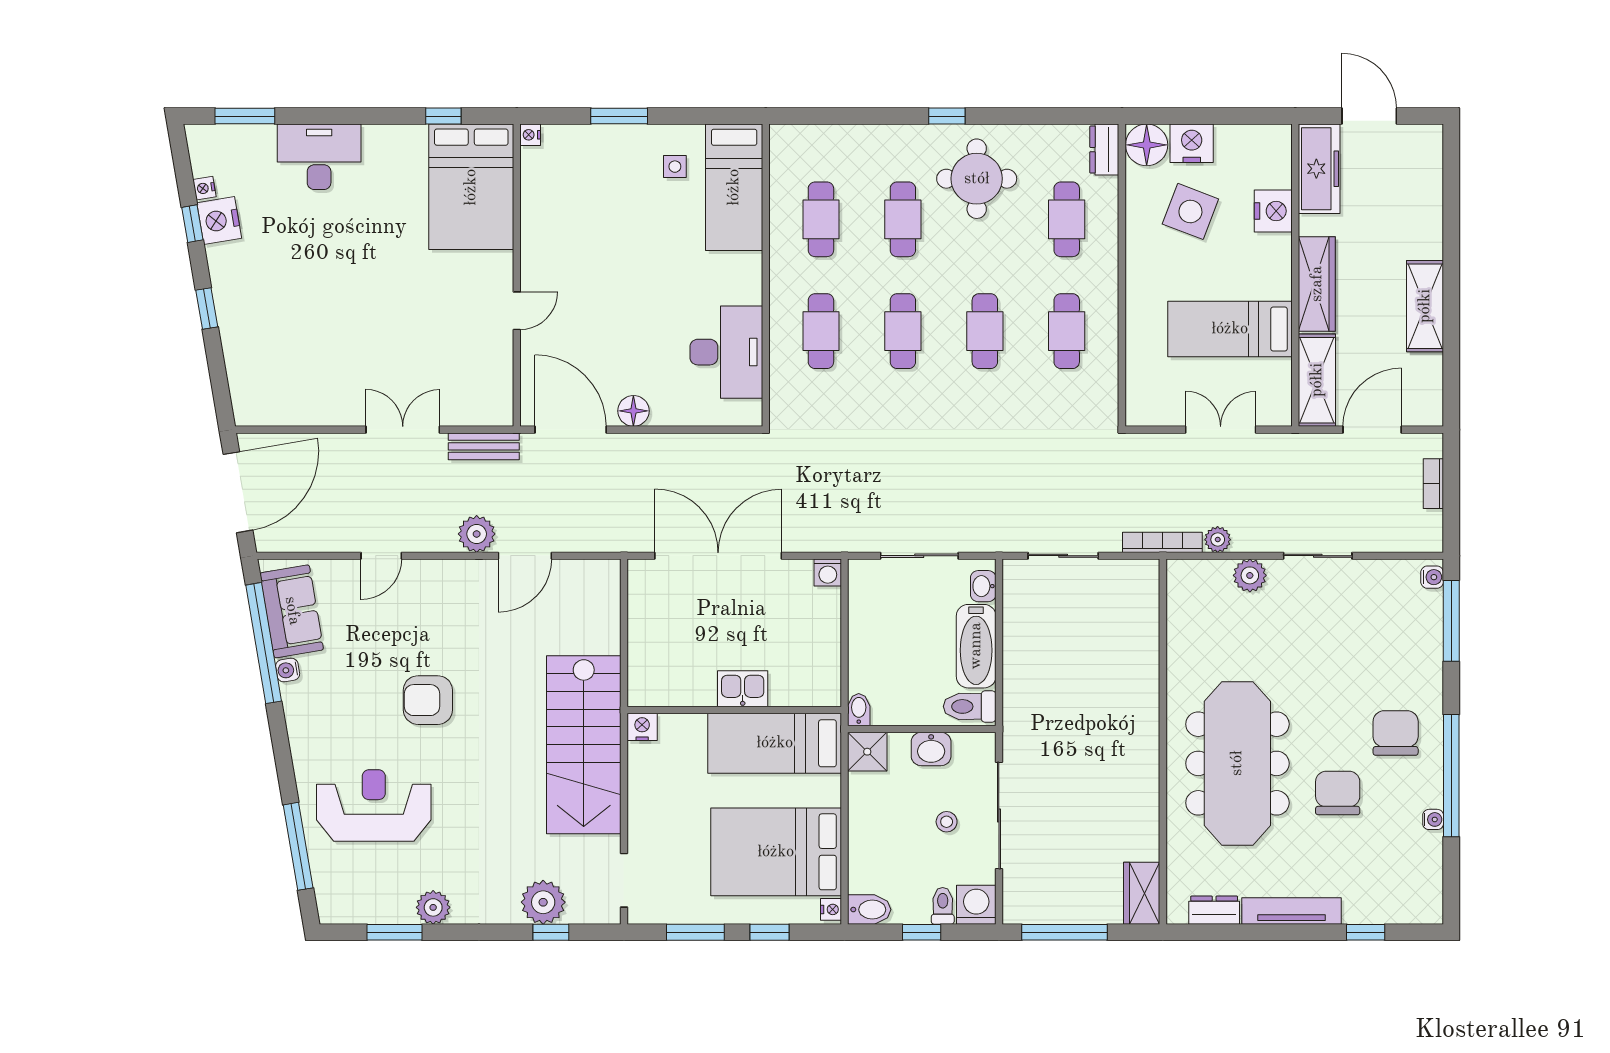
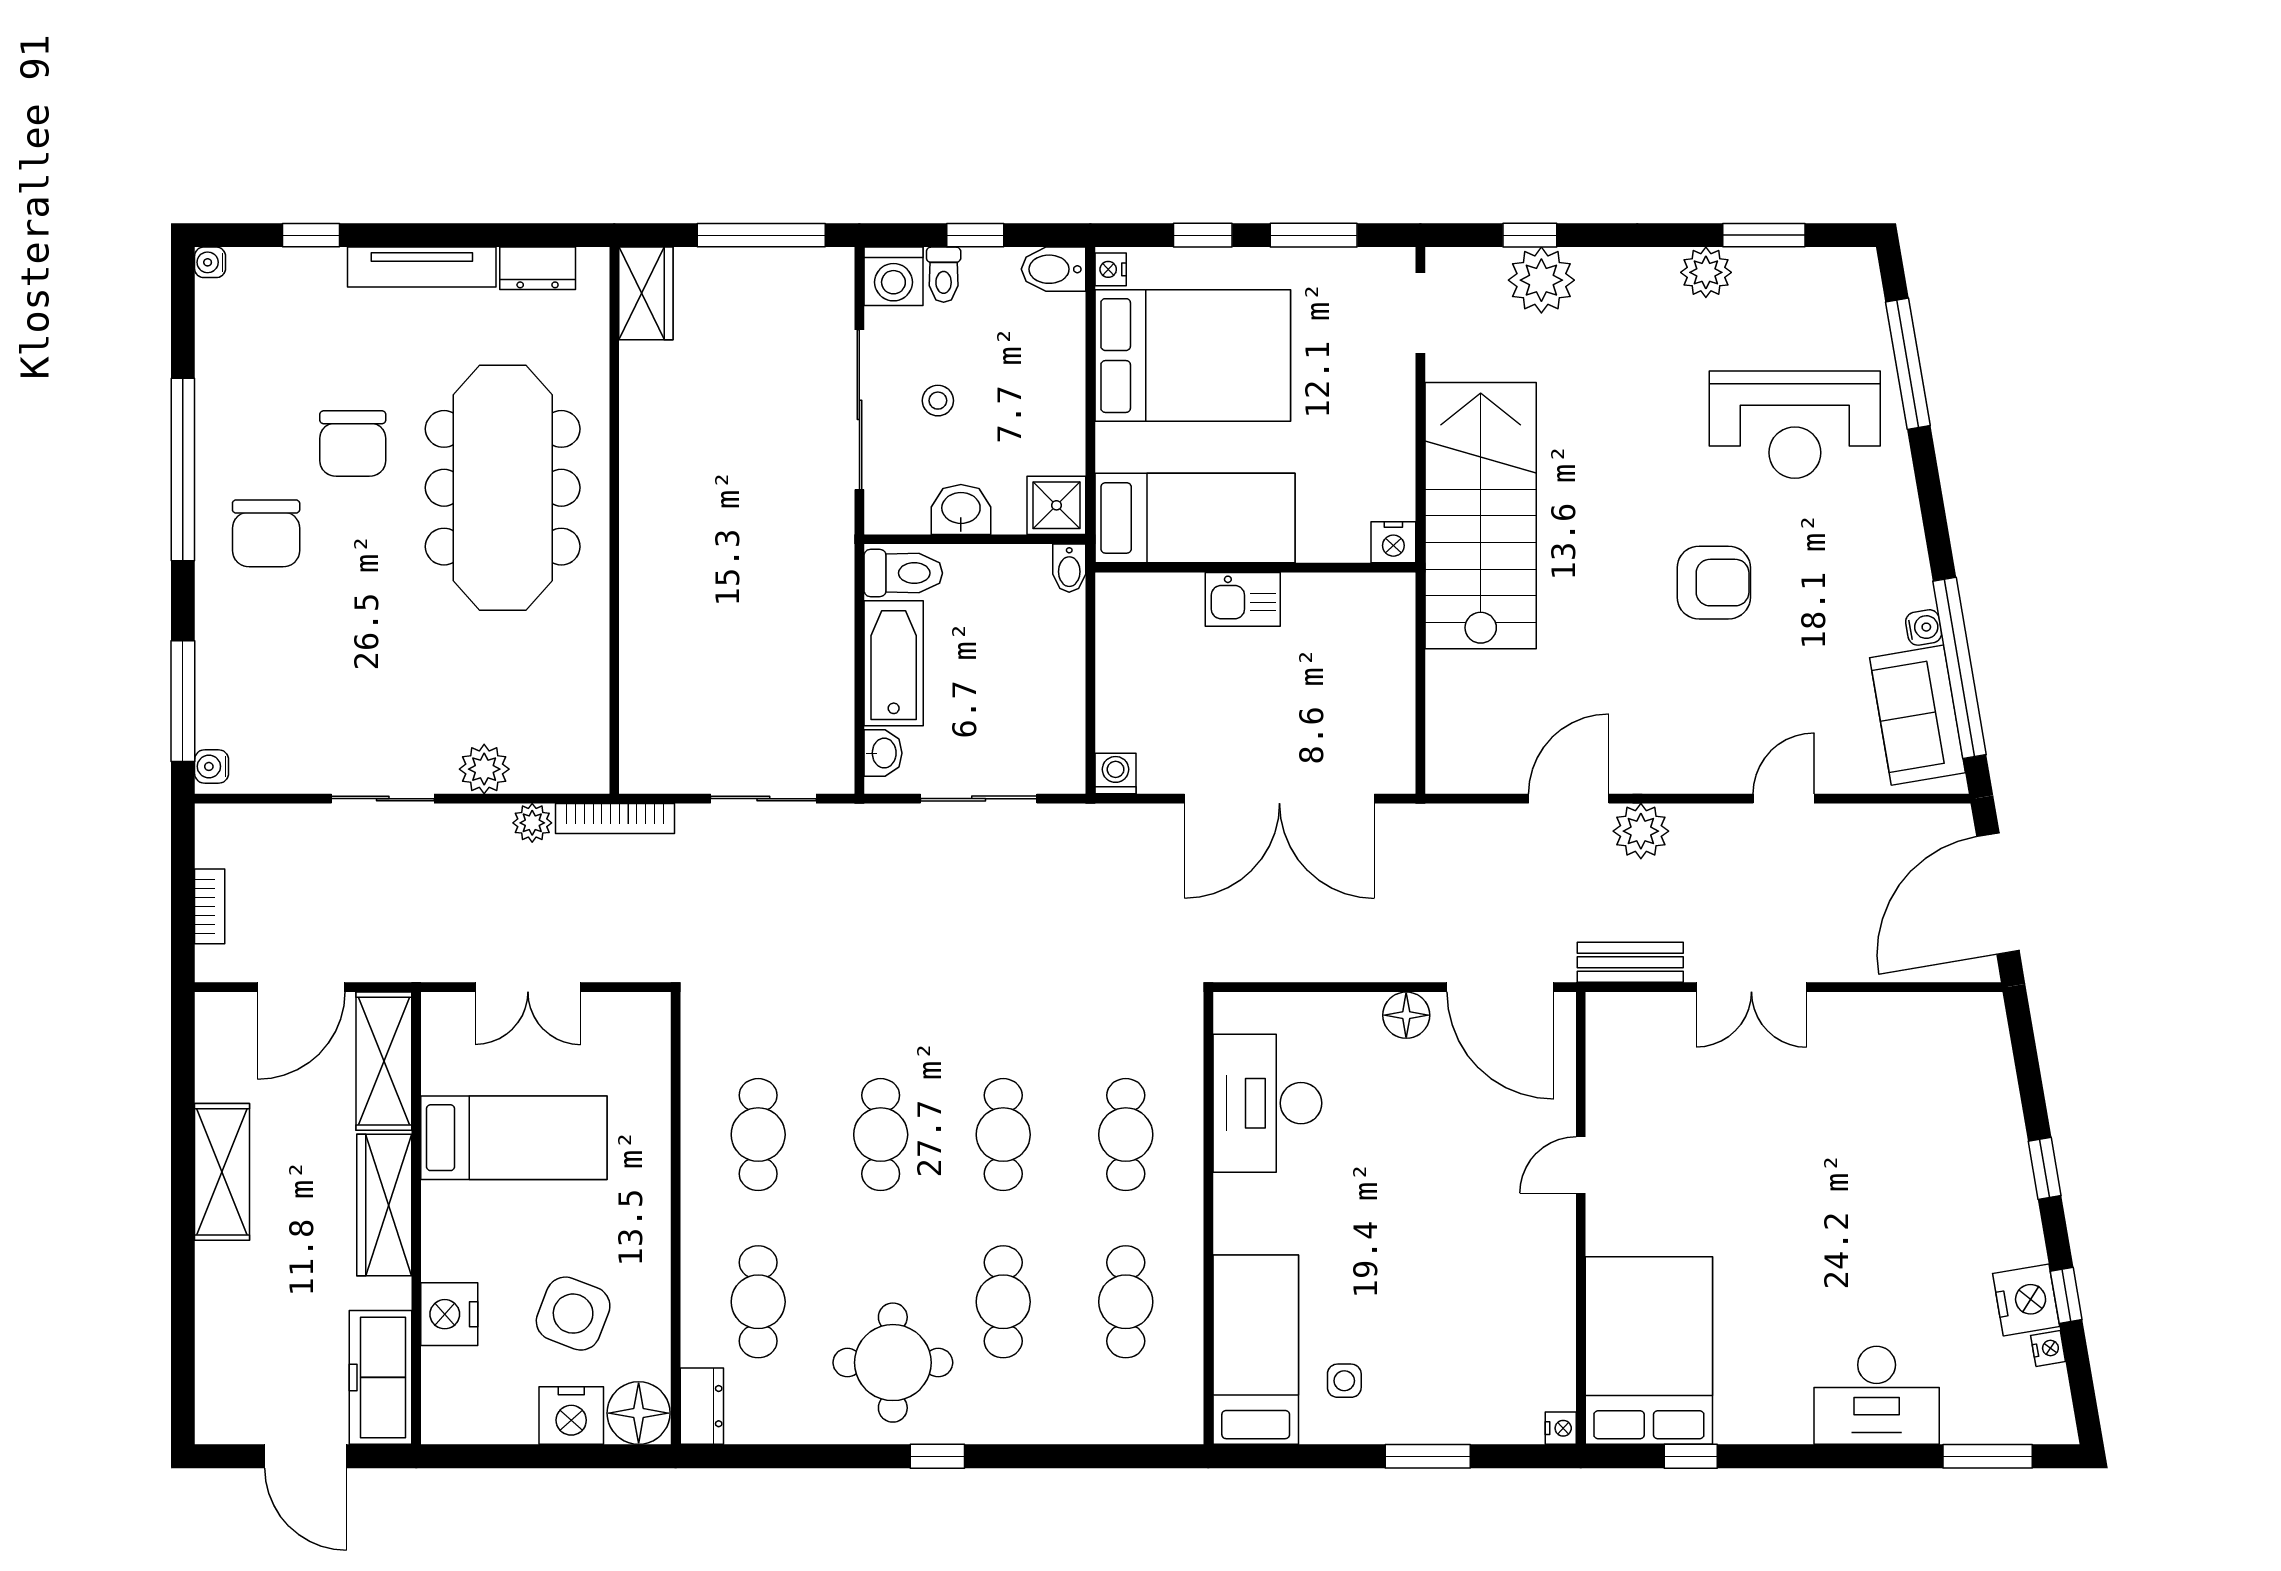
water cooler: (1433, 819) -> (210, 262), moved

